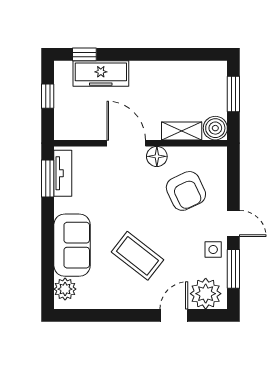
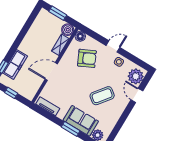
floor lamp: (157, 156) -> (80, 36), moved
window: (48, 178) -> (71, 129), moved
window: (233, 269) -> (132, 58), removed

